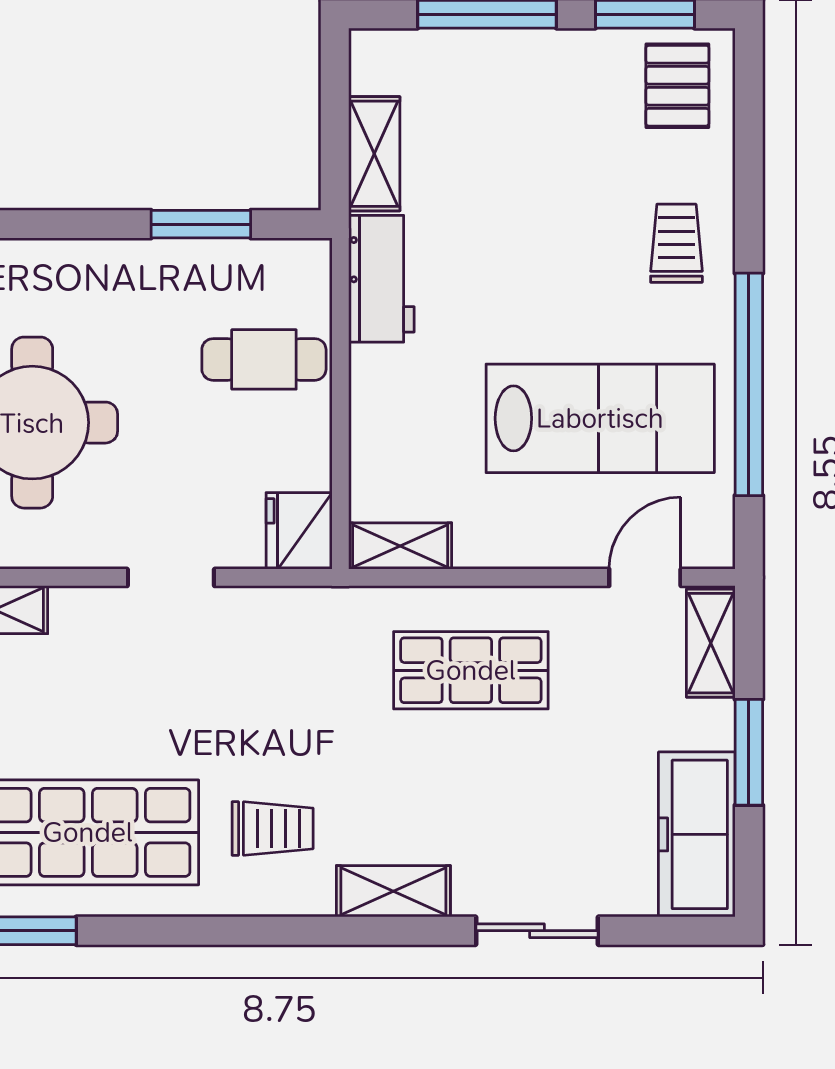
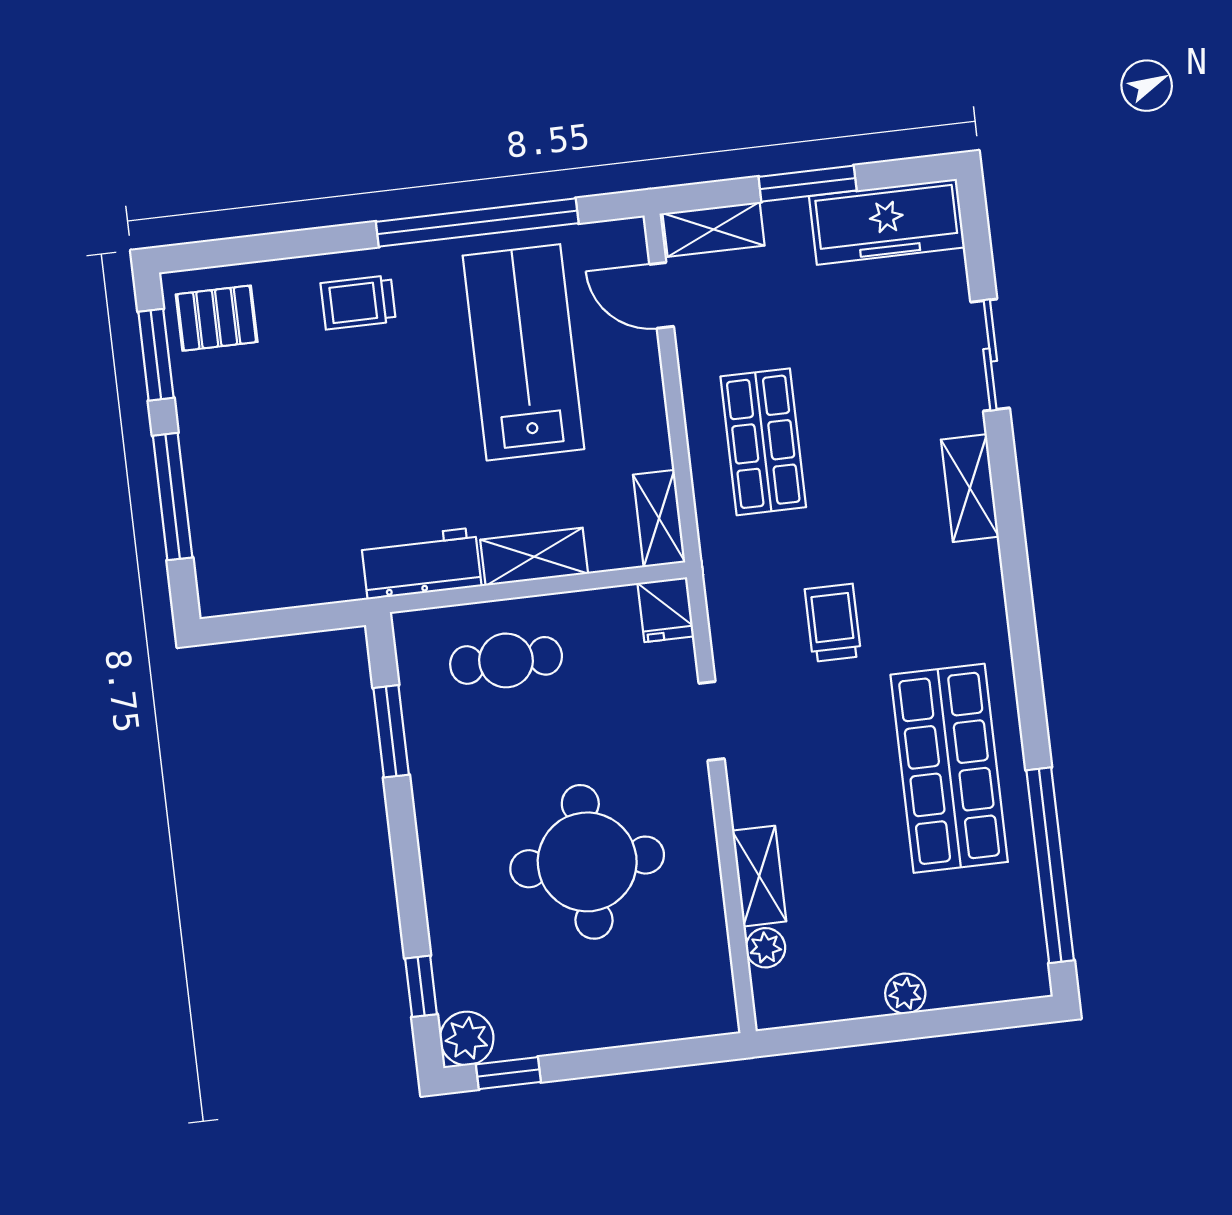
shelving: (374, 154) -> (534, 557), moved
cafe table: (264, 359) -> (506, 660), turned 90
fridge: (299, 531) -> (666, 610), width x0.72
trolley: (273, 828) -> (833, 623), moved

